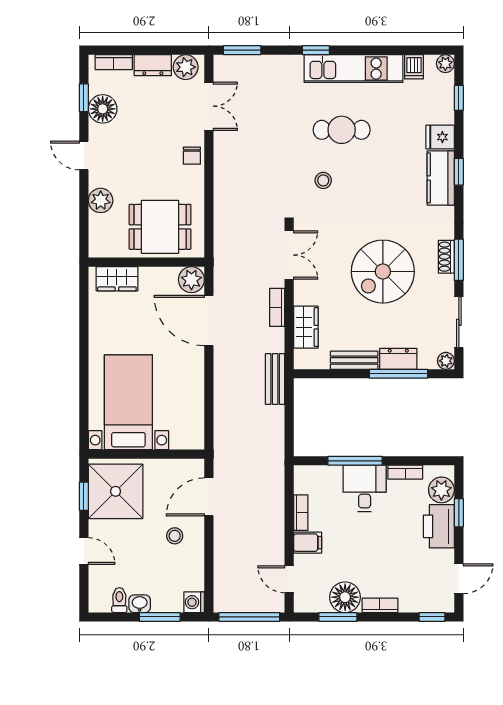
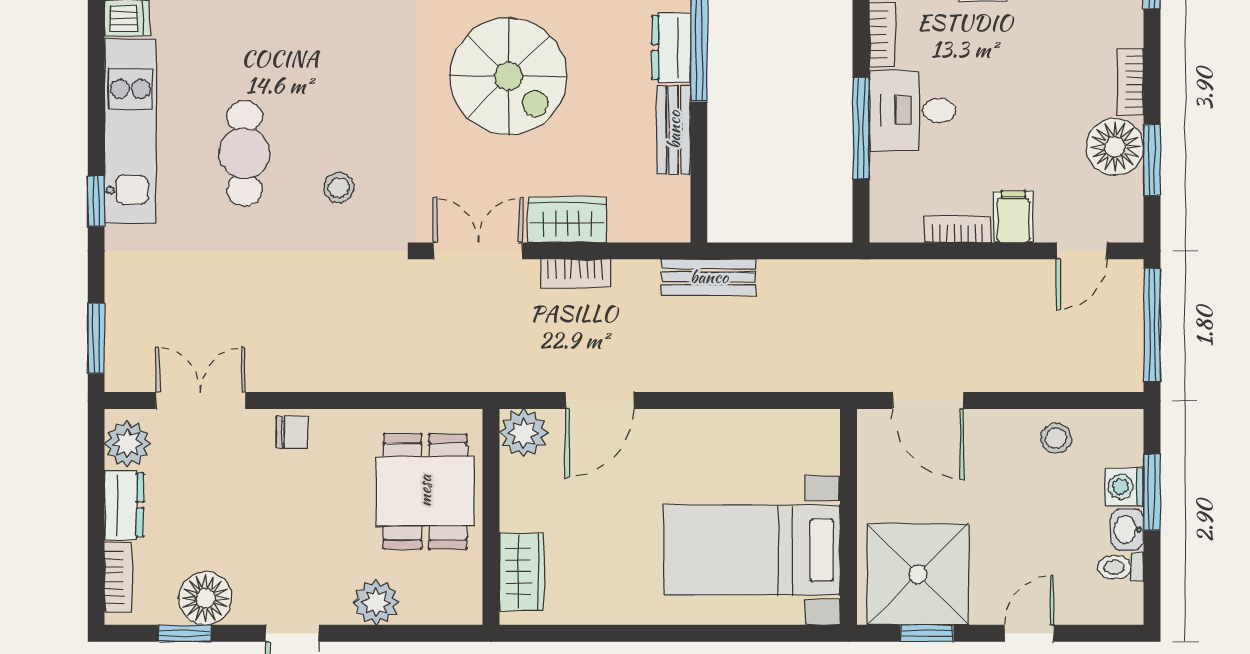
door: (209, 320) -> (600, 400), width x0.73
wardrobe: (306, 327) -> (567, 220), moved
stool: (175, 536) -> (1056, 438), moved
washing machine: (194, 602) -> (1124, 487), moved, turned 90

